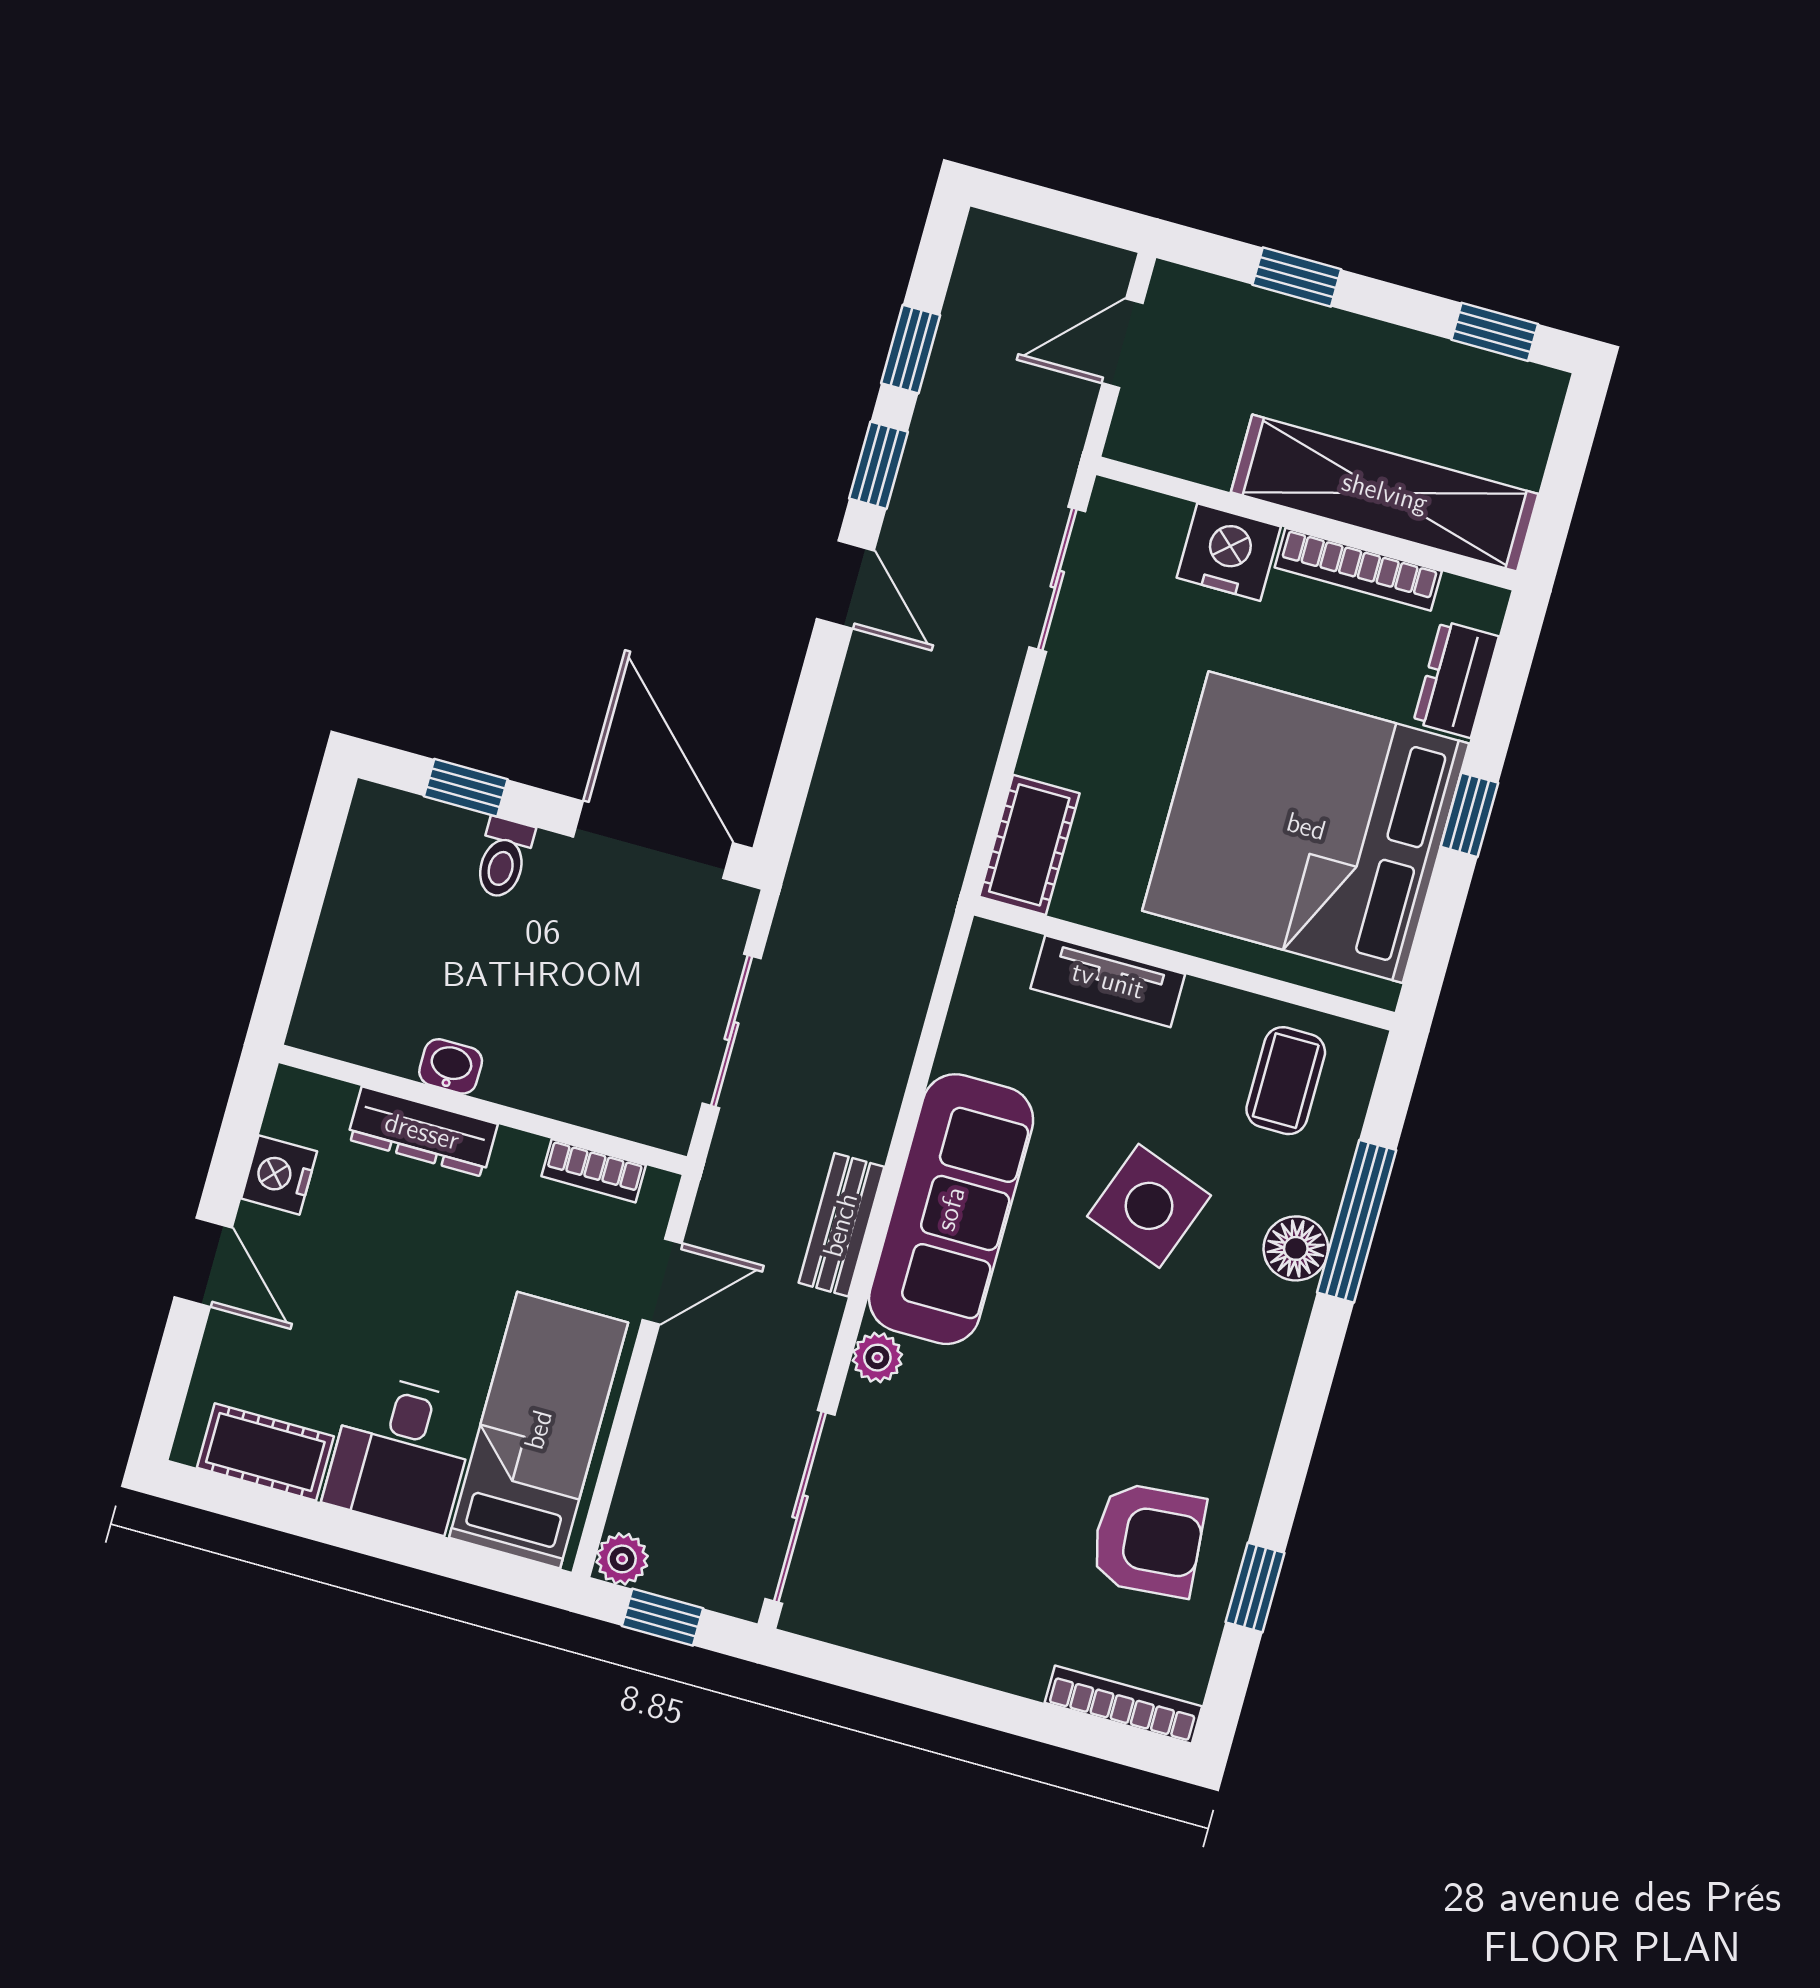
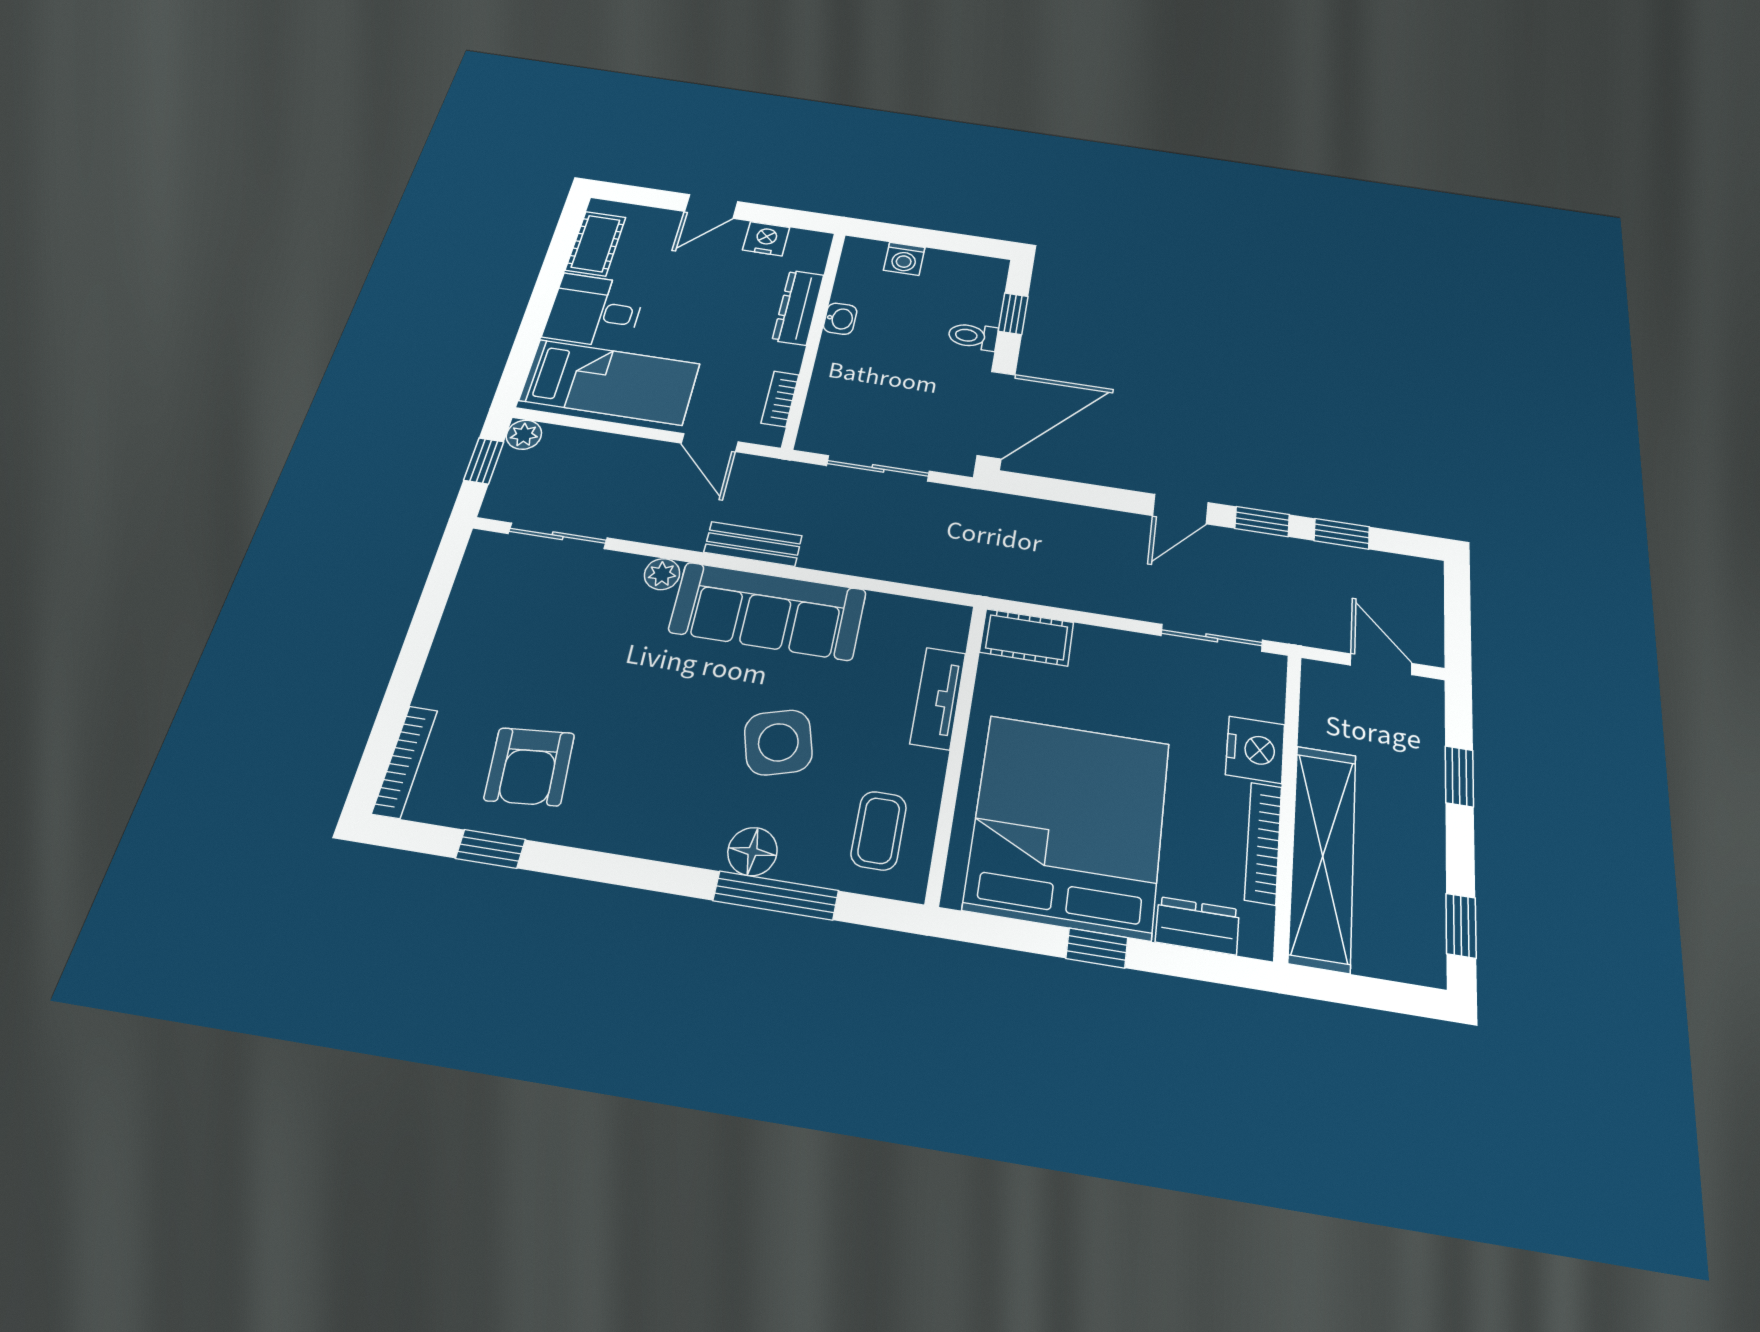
washing machine: (340, 952) -> (904, 259), added
coffee table: (1286, 1081) -> (879, 831), turned 90
side table: (1149, 1206) -> (778, 742), turned -36
sliding door: (800, 1507) -> (558, 536), width x0.73

